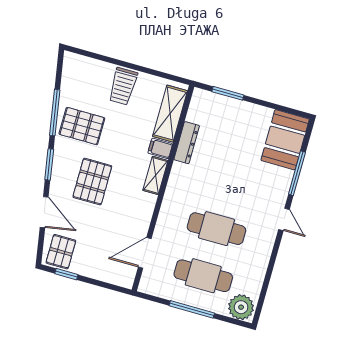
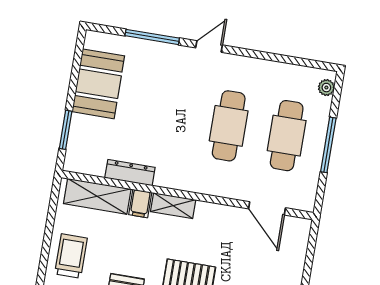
trolley: (123, 86) -> (71, 256), turned -90
booth: (285, 140) -> (98, 84), moved, turned 90
plant: (241, 307) -> (326, 88), width x0.53, depth x0.53

